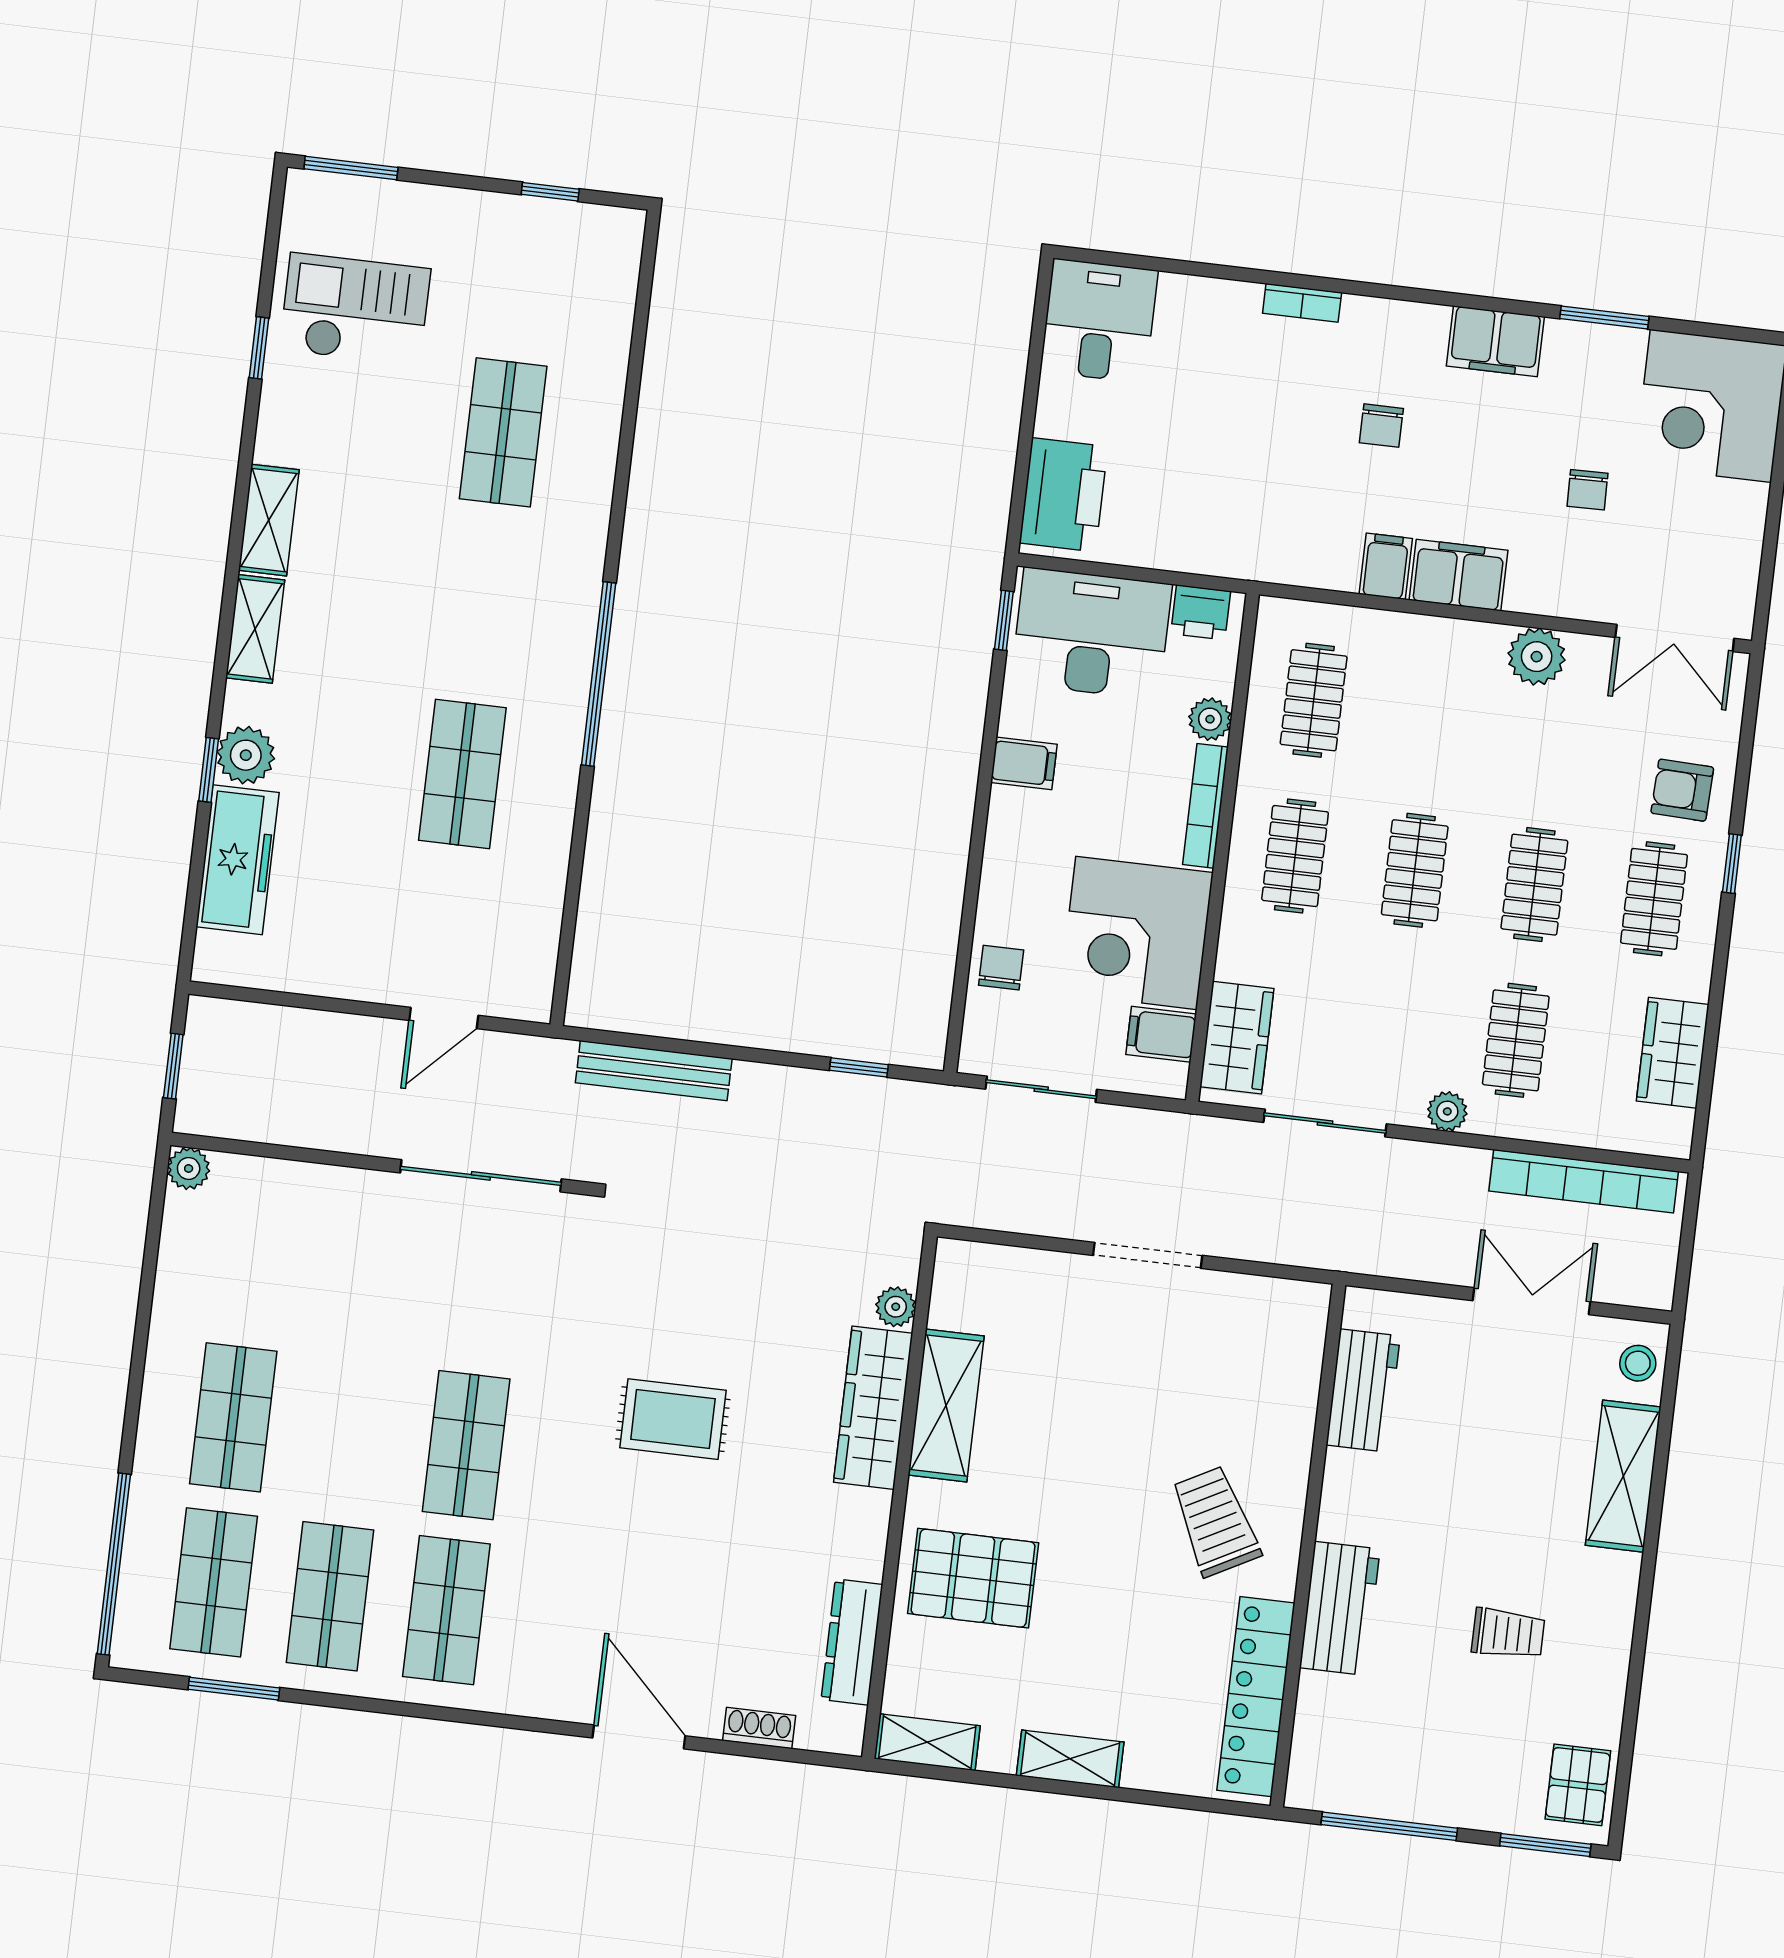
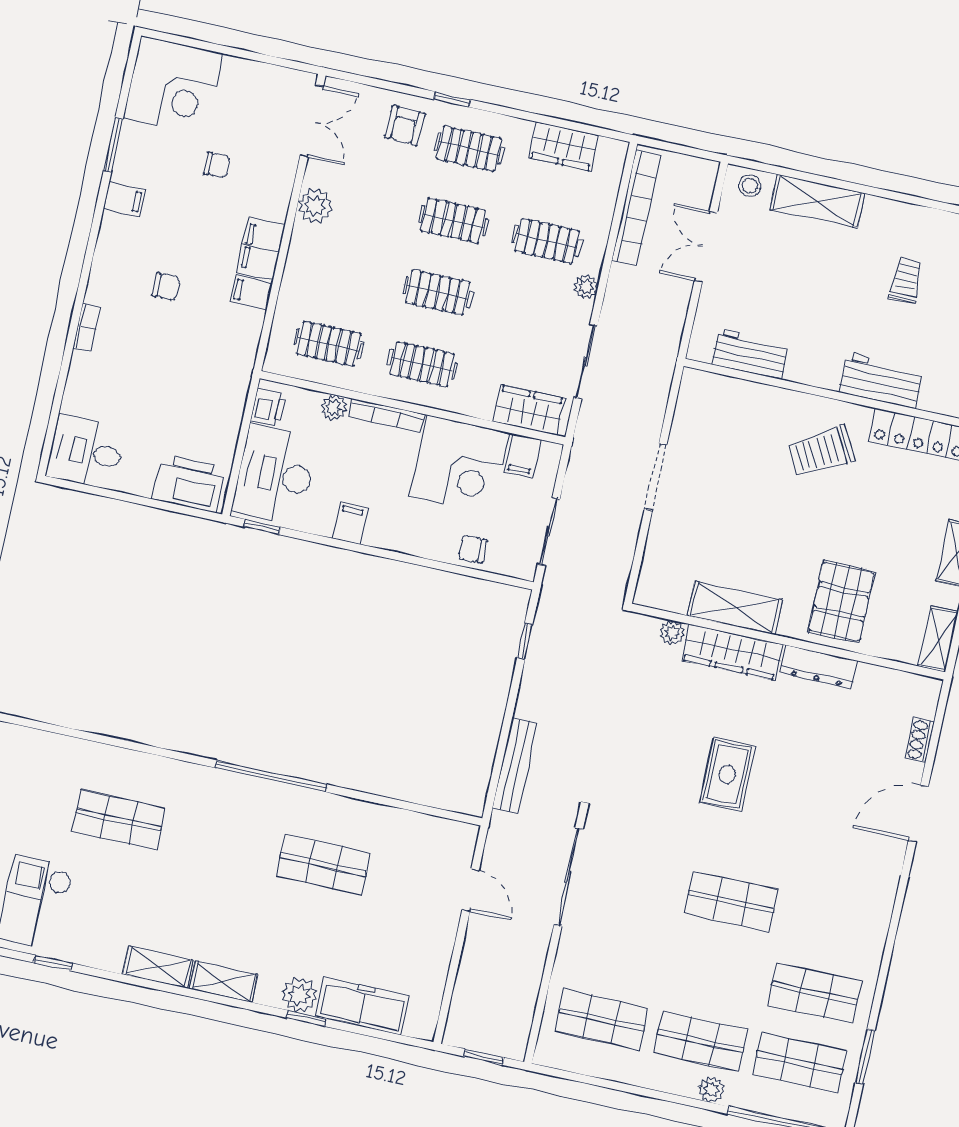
filing cabinet: (1495, 341) -> (124, 199), width x0.50
plant: (189, 1168) -> (711, 1090), moved
shop shelf: (446, 1610) -> (602, 1020), moved
dresser: (852, 1642) -> (819, 667), moved

